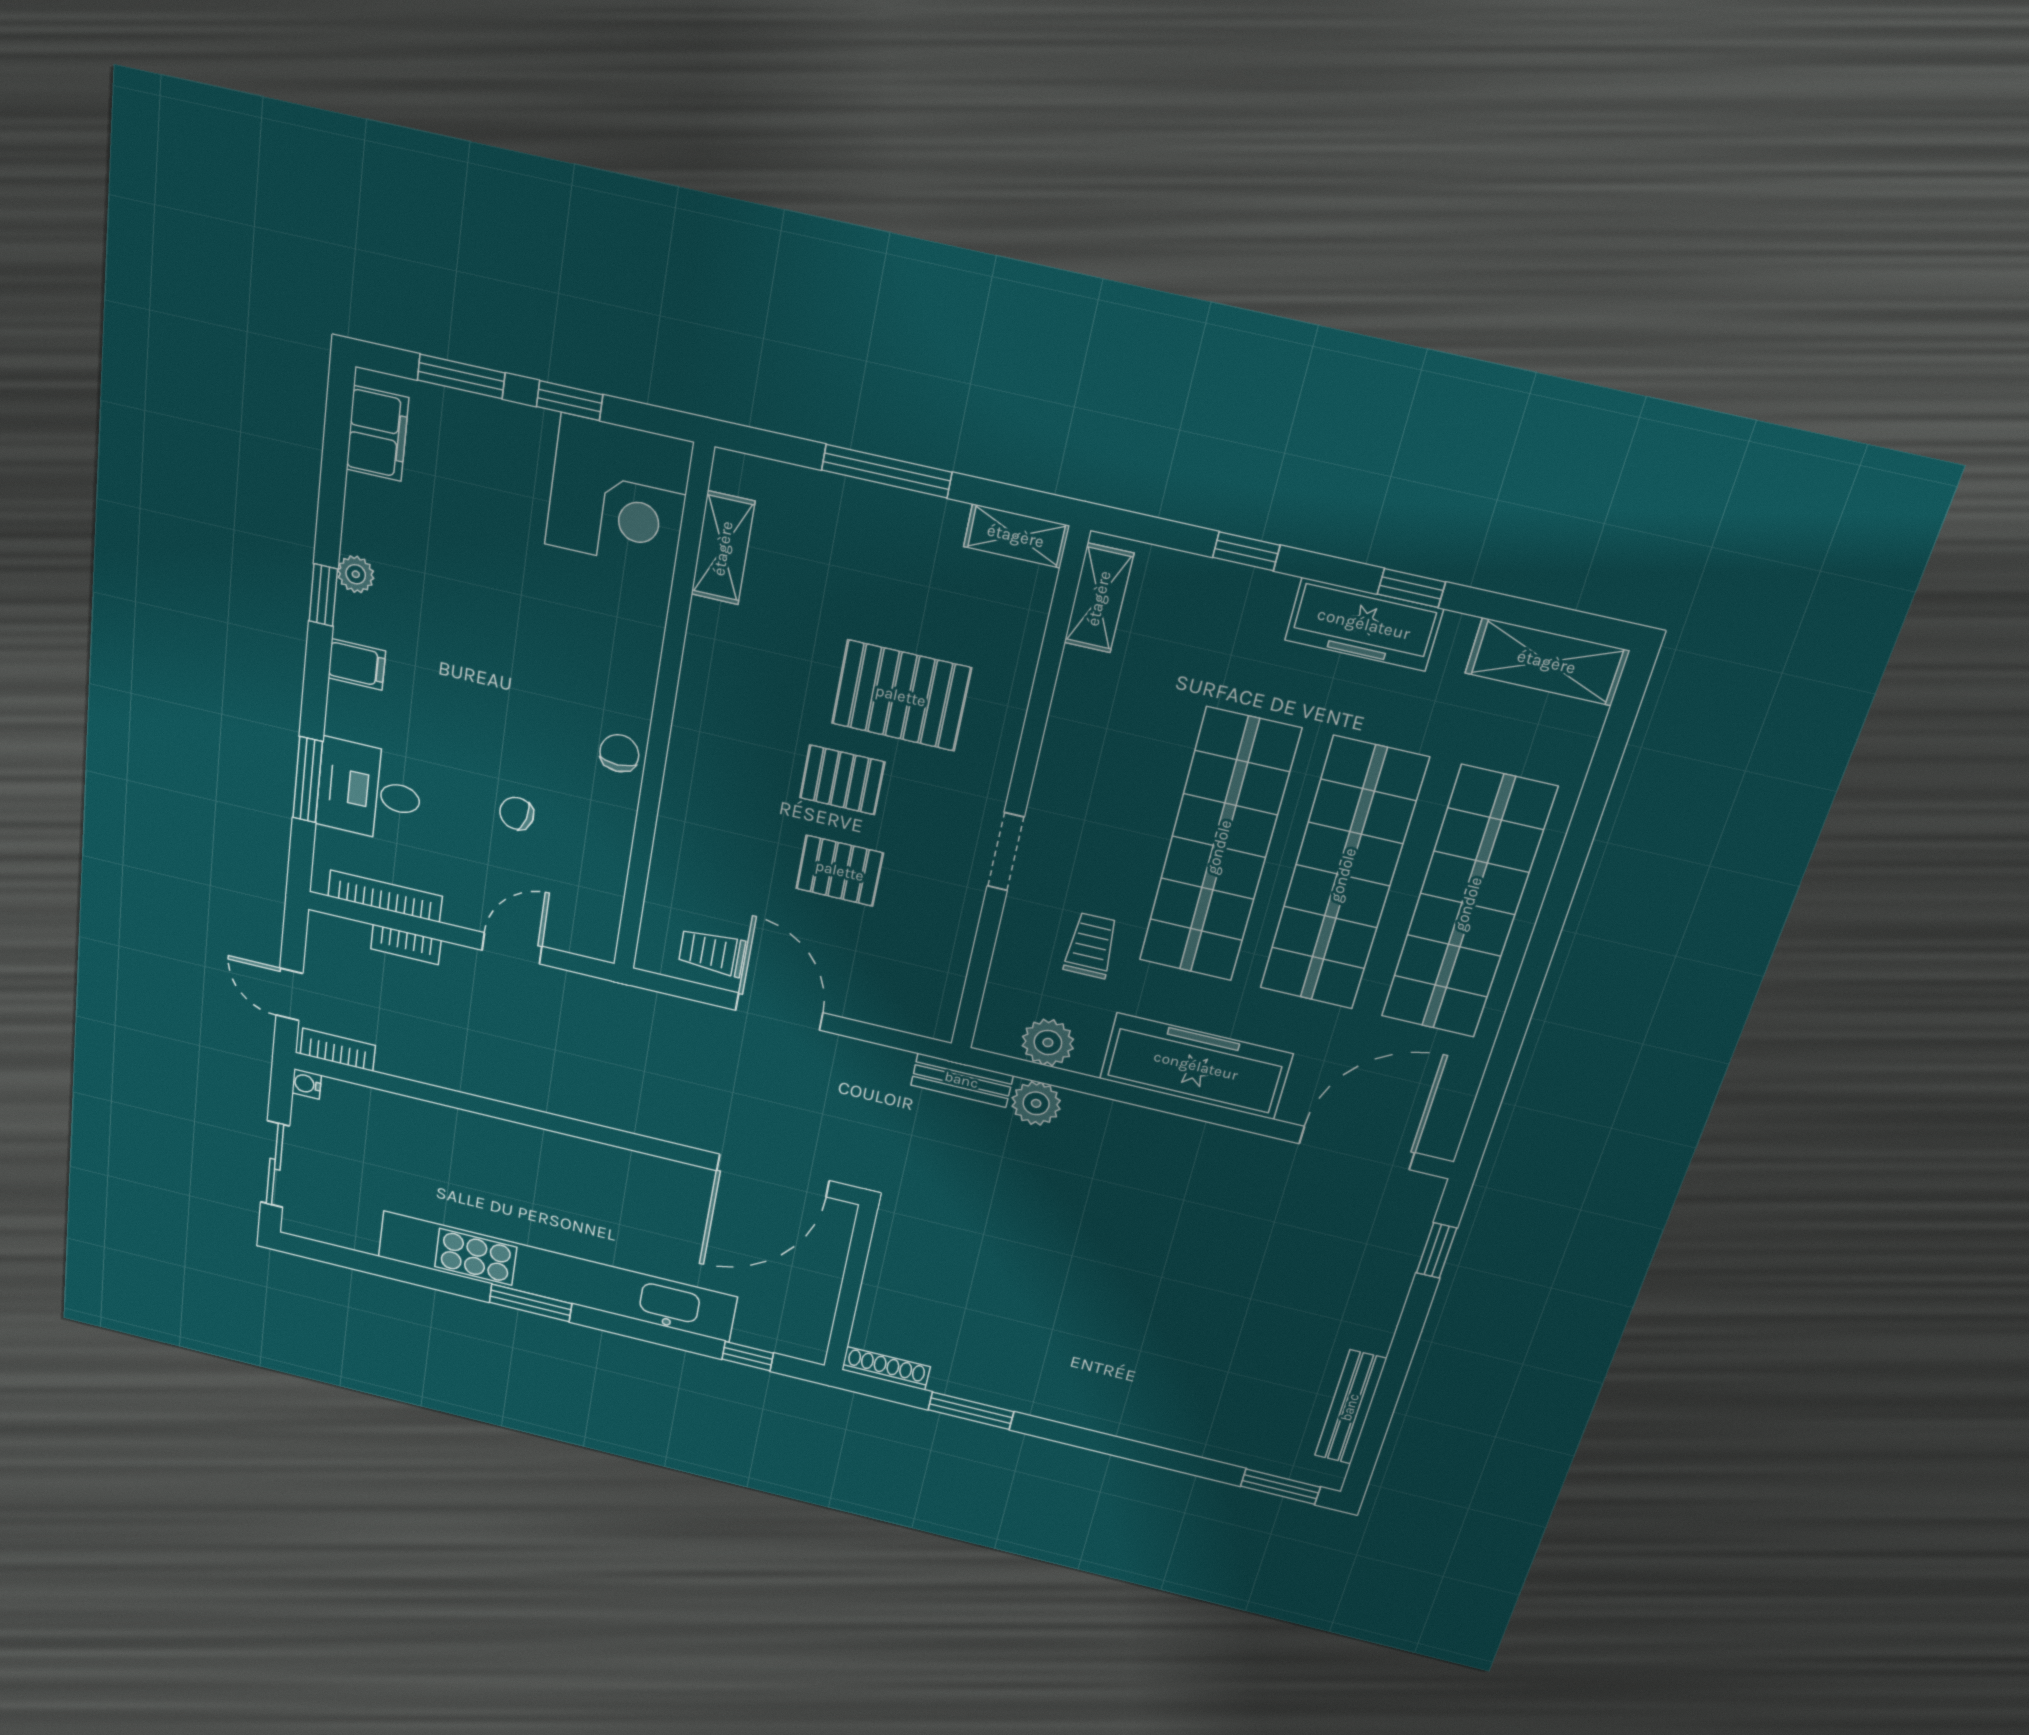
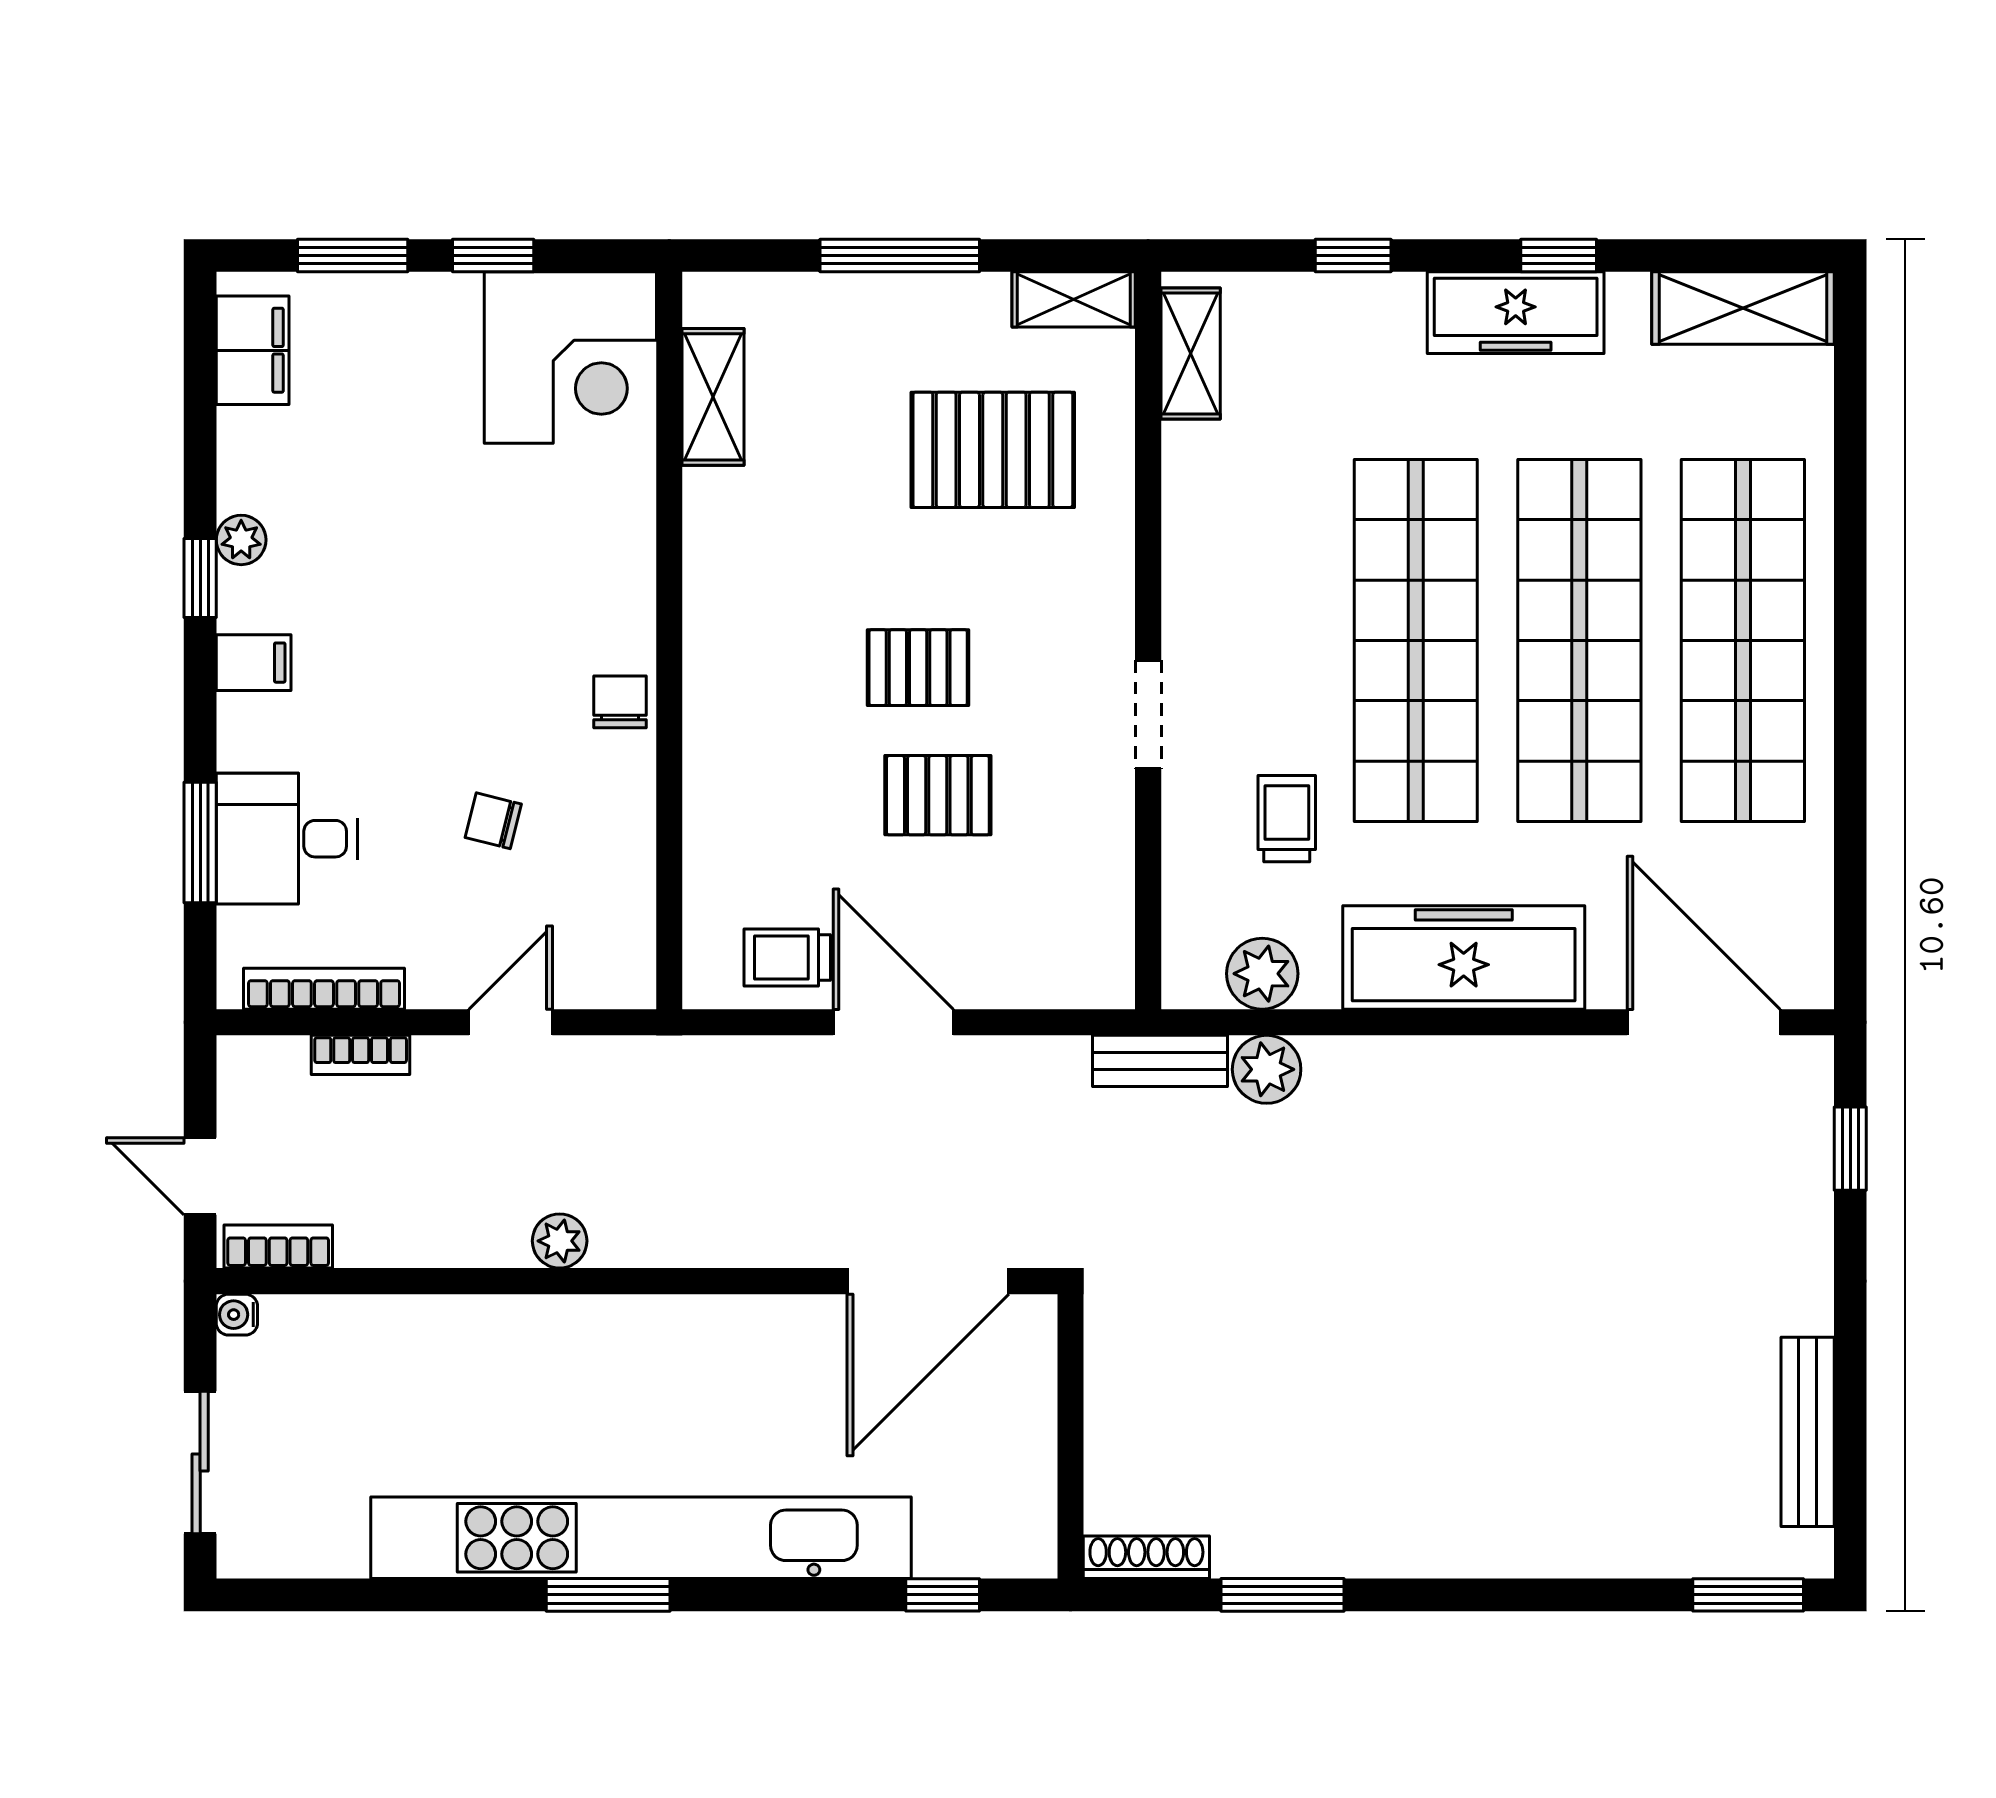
pallet: (901, 696) -> (993, 450), moved
plant: (527, 1092) -> (560, 1241), added
door: (1357, 1148) -> (1704, 1022), hinge flipped

